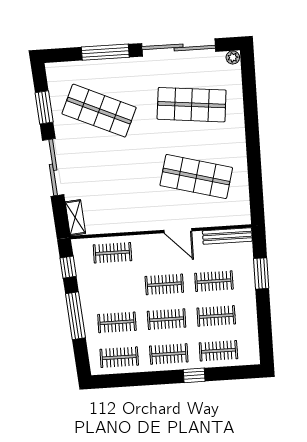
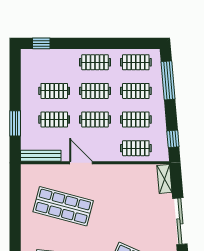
window: (75, 316) -> (168, 80), moved
clothes rail: (218, 351) -> (136, 120), moved
window: (194, 375) -> (41, 43), moved

